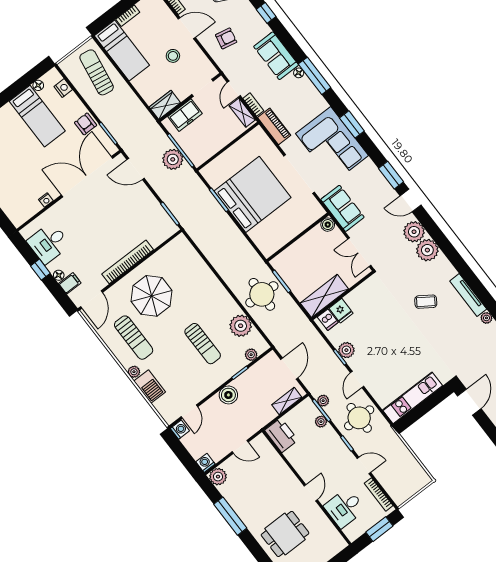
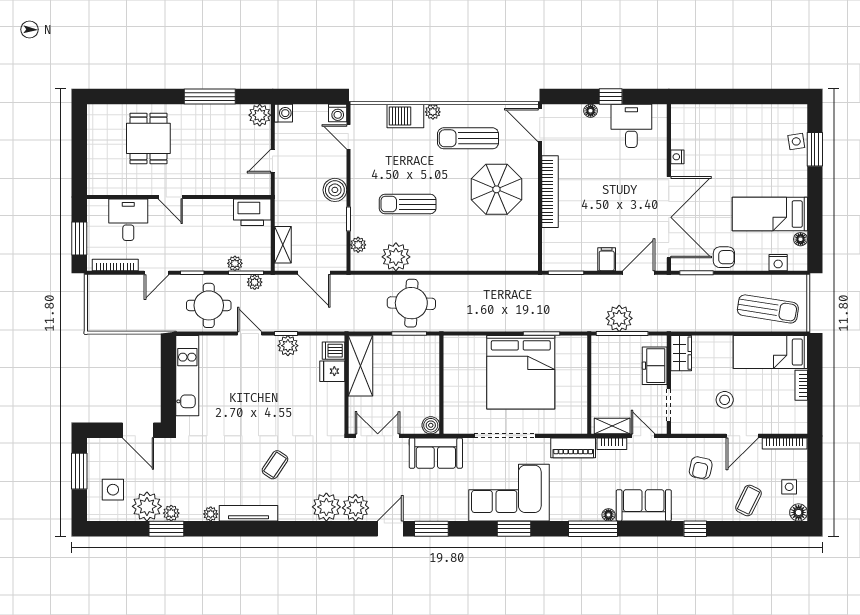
filing cabinet: (70, 283) -> (607, 259), moved, turned 180

